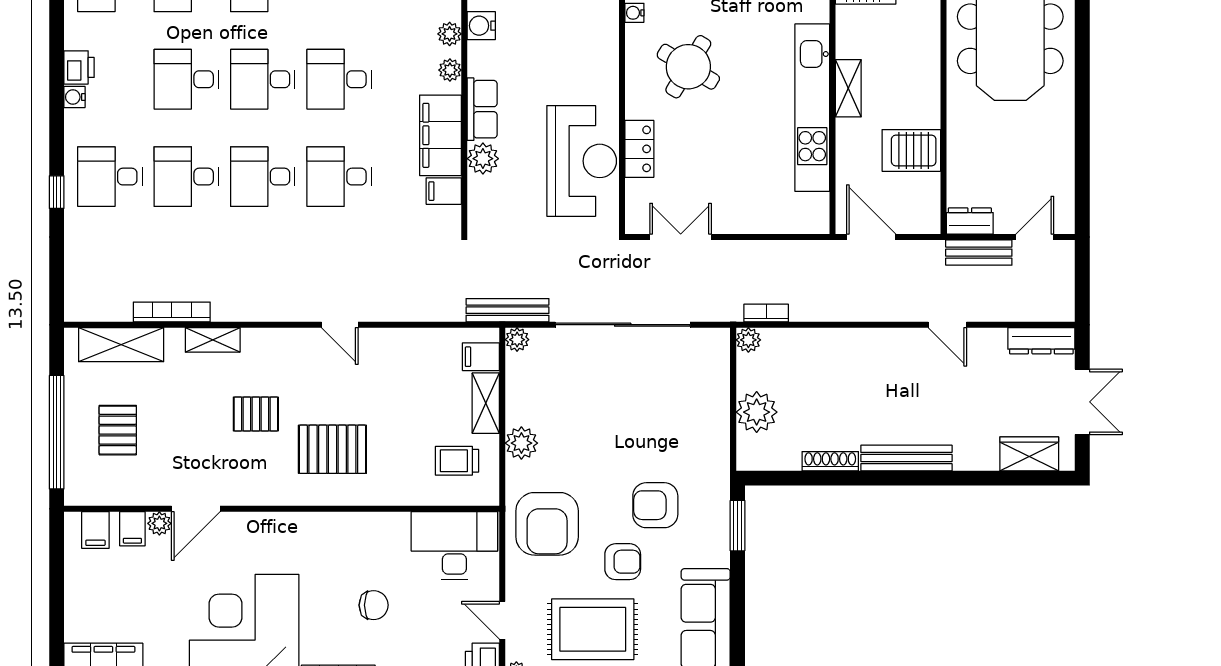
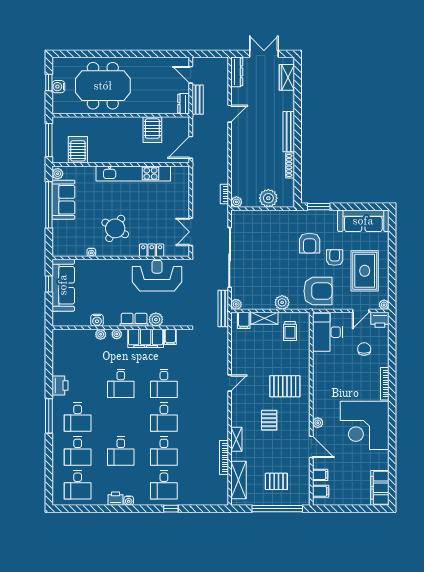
desk: (263, 79) -> (121, 417), removed
shelving: (848, 88) -> (125, 158), removed
pallet: (332, 449) -> (285, 386), turned 90
plant: (159, 523) -> (318, 423), moved
chair: (374, 605) -> (364, 349), moved

